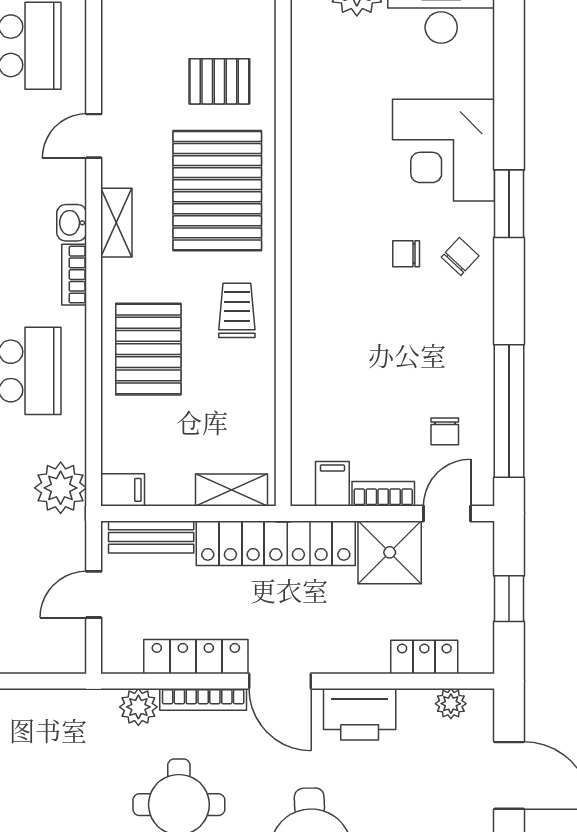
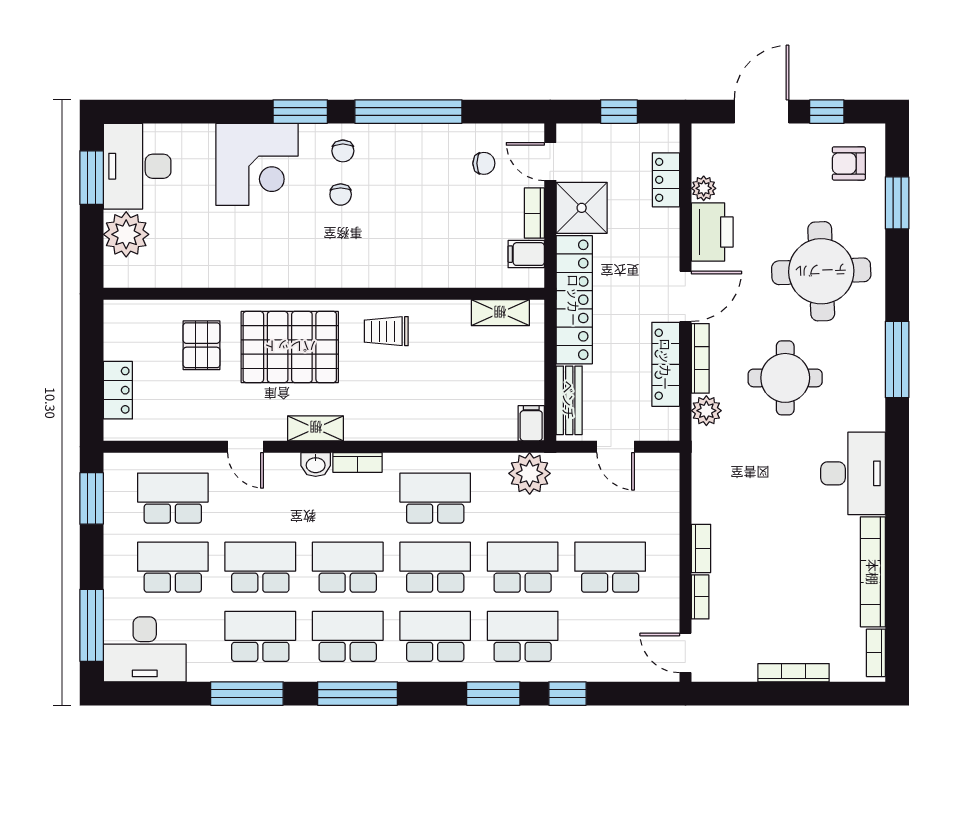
chair: (460, 257) -> (343, 151), turned -133
pallet: (148, 349) -> (418, 403), removed
window: (509, 411) -> (408, 112), moved
shelving: (232, 490) -> (500, 313), moved, turned 90
plant: (451, 704) -> (704, 188), moved

